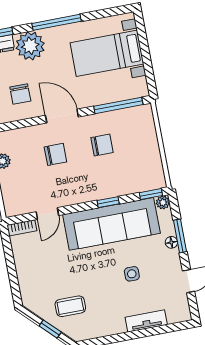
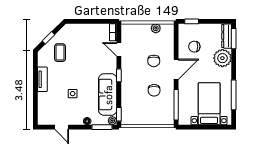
window: (57, 22) -> (234, 95), moved
window: (108, 202) -> (119, 75), moved
sofa: (111, 224) -> (108, 95), width x0.74, depth x0.79
window: (180, 236) -> (102, 127), moved
tv unit: (146, 321) -> (42, 79), moved

